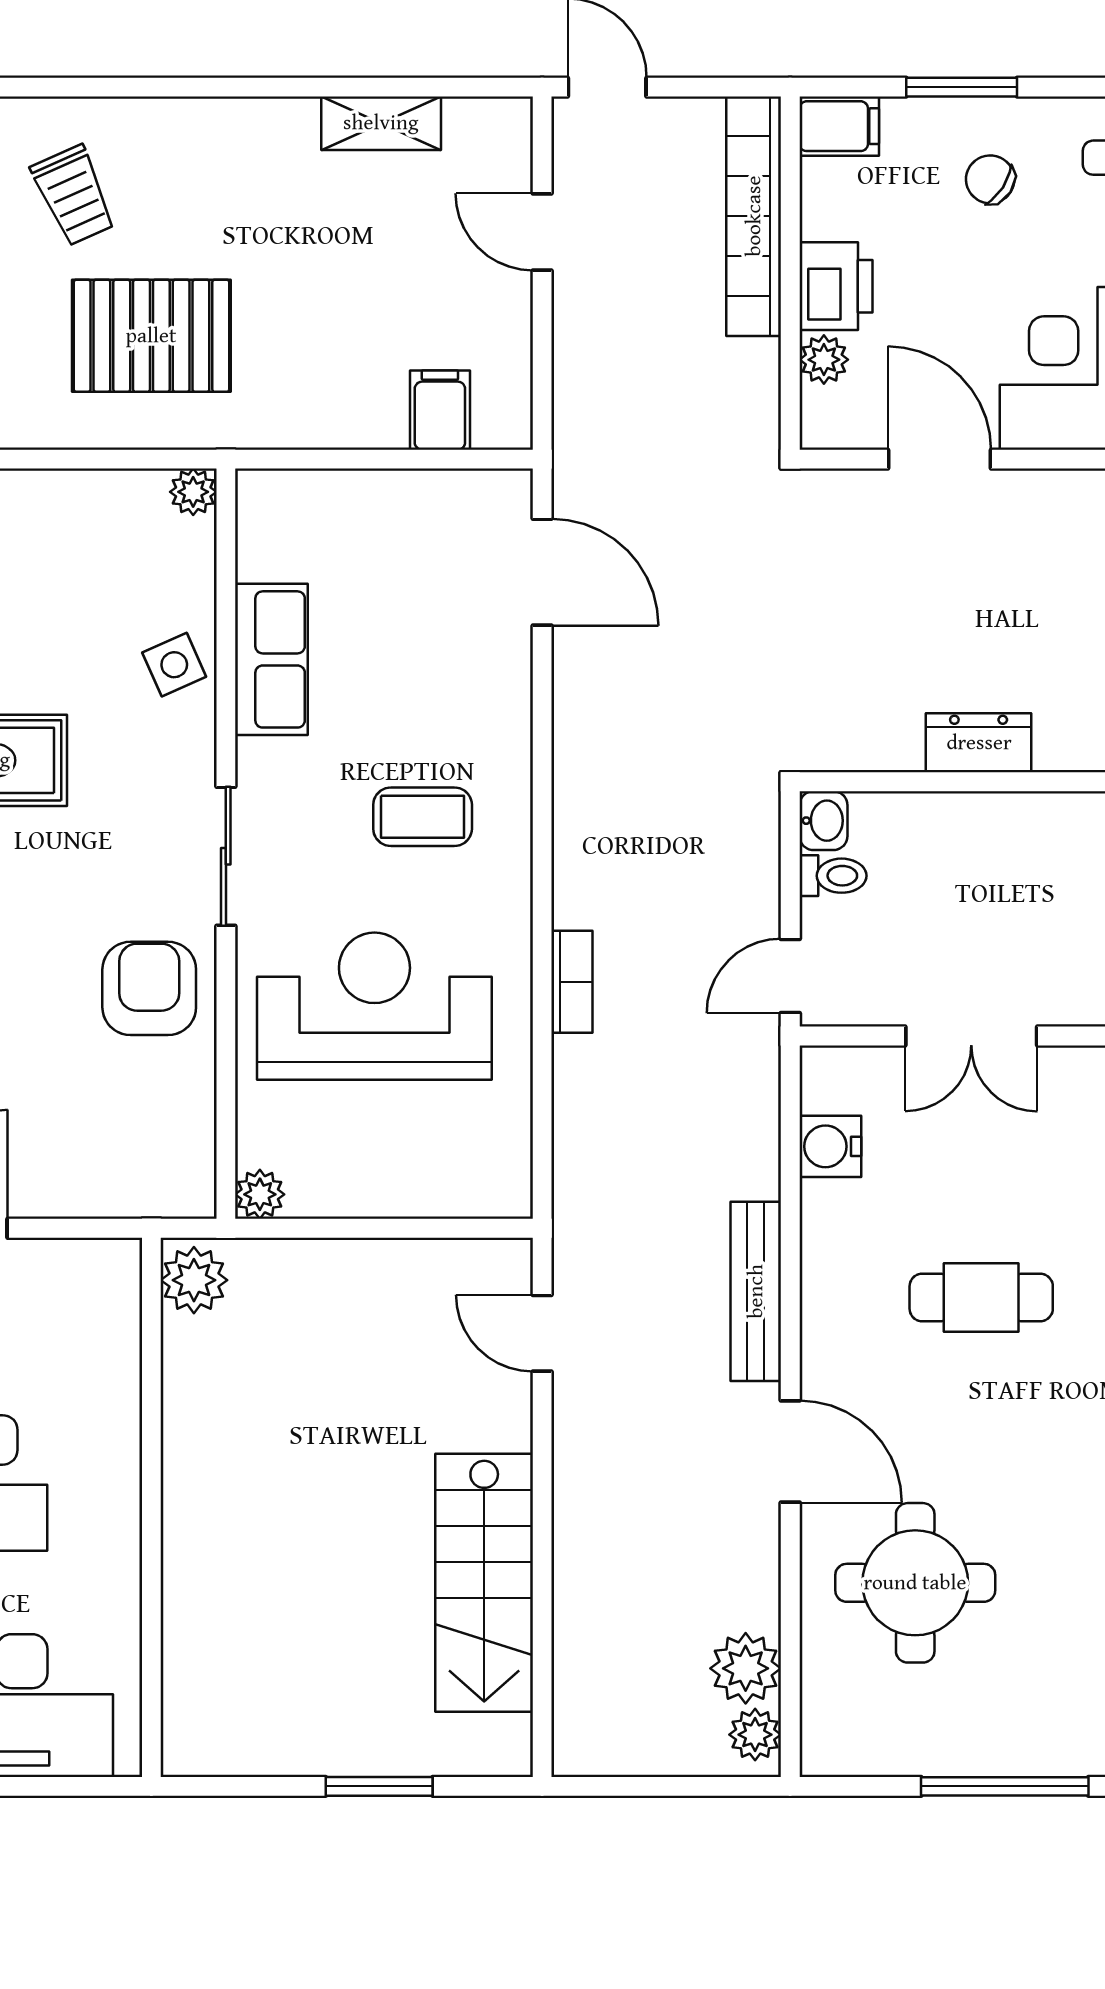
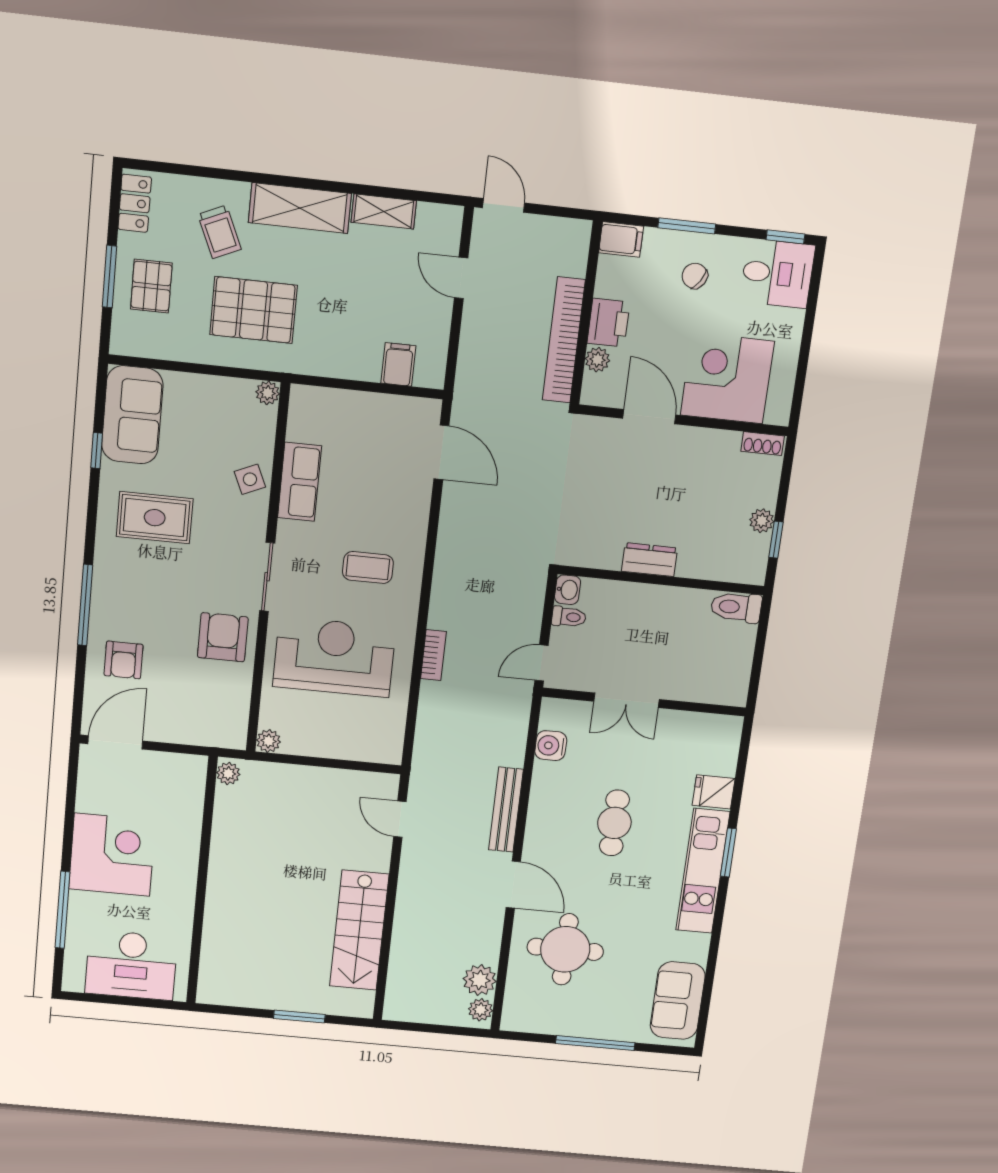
shelving: (222, 134) -> (300, 208), added
bookcase: (754, 216) -> (564, 340), moved
plant: (194, 1280) -> (228, 773), width x0.73, depth x0.73
cafe table: (981, 1298) -> (614, 823), turned 90

